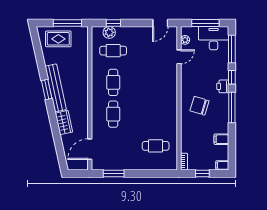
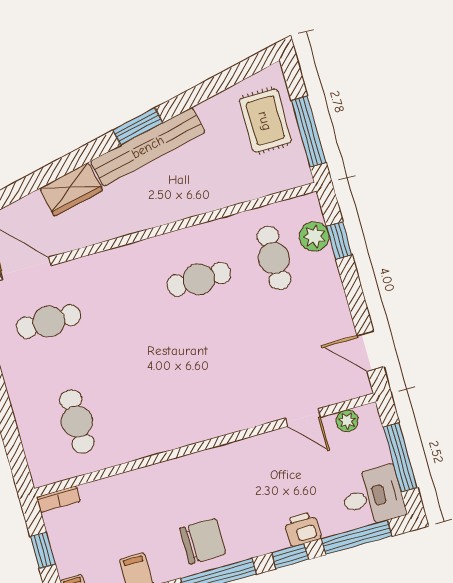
desk: (214, 38) -> (373, 497), width x0.73
printer: (223, 86) -> (302, 529), moved
chair: (199, 106) -> (203, 541), moved, turned 73
cafe table: (113, 114) -> (49, 321), moved

